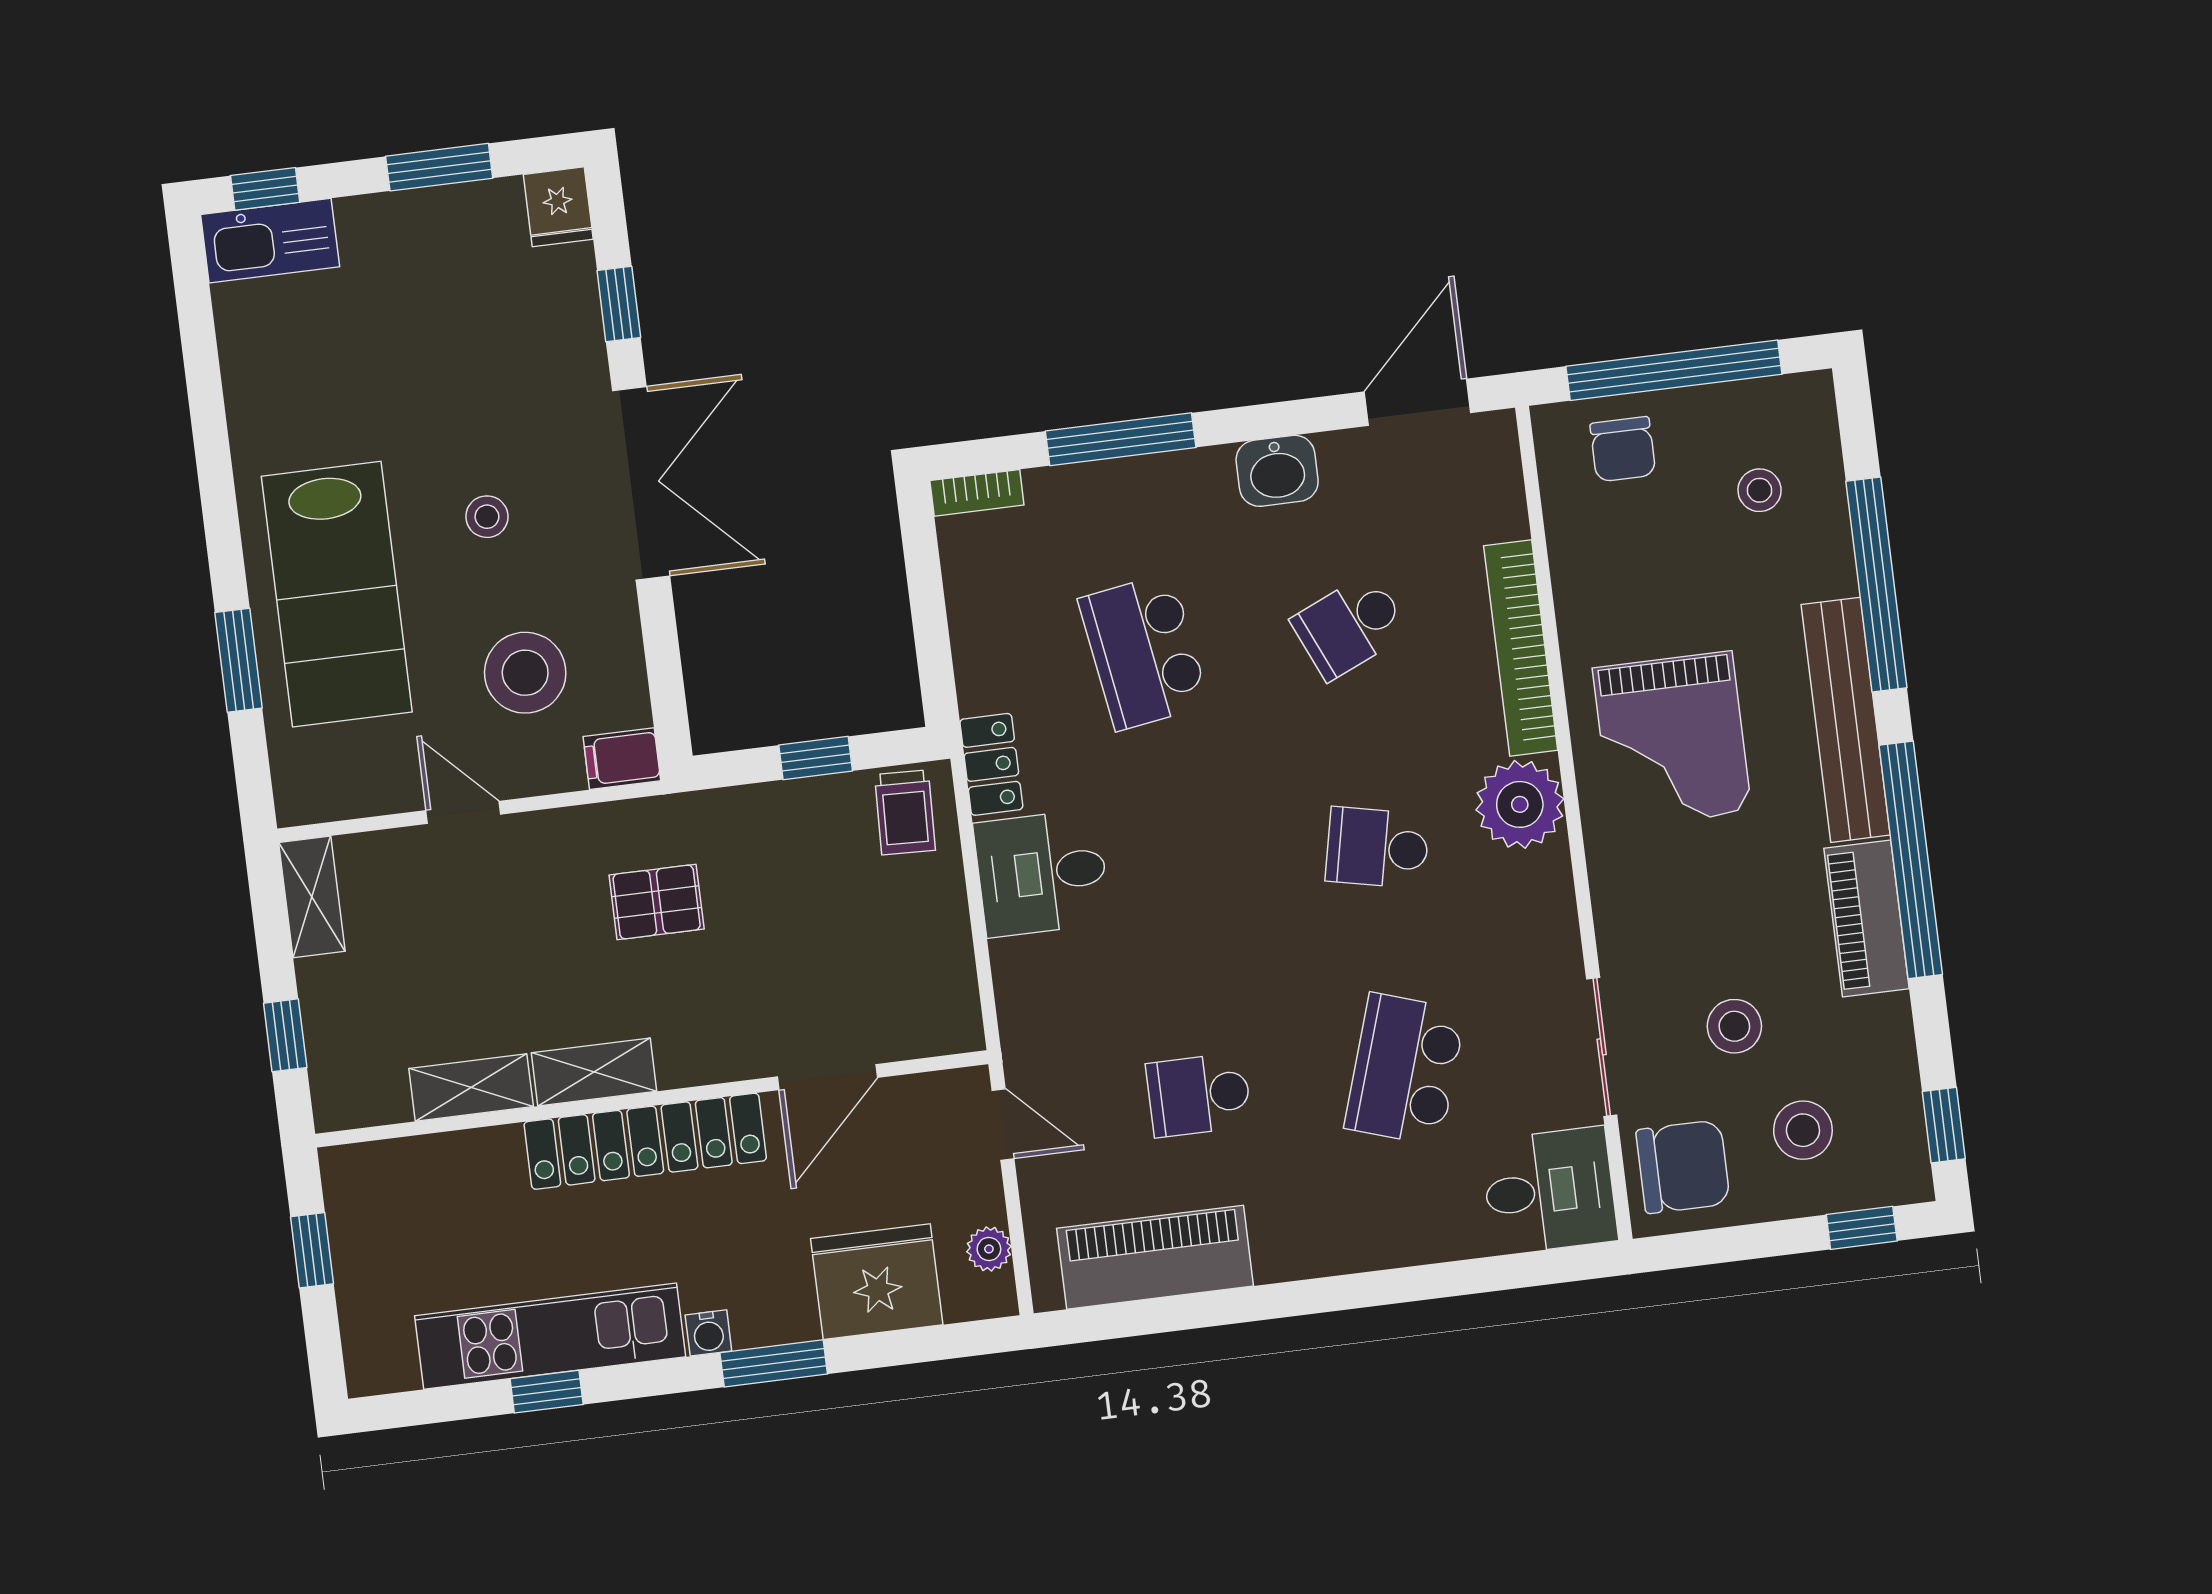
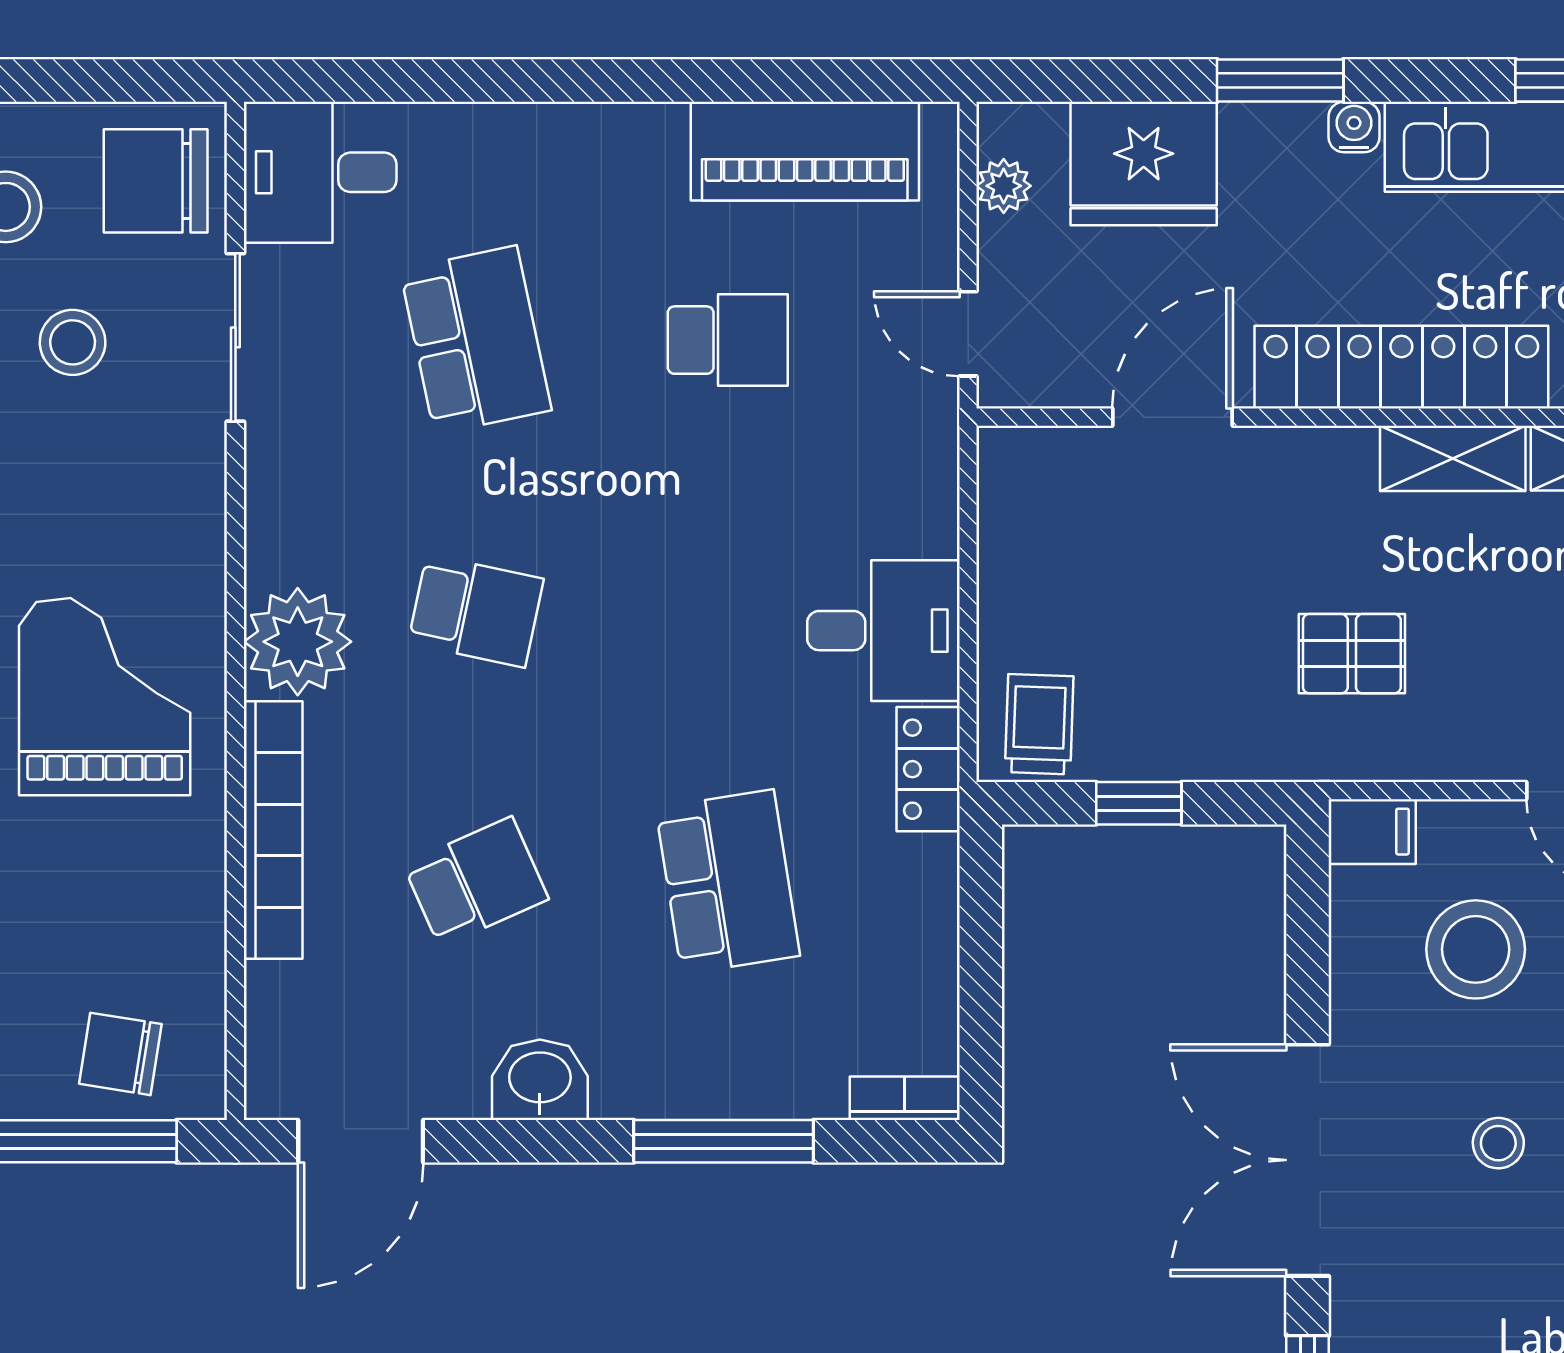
chair: (1623, 449) -> (120, 1054), turned -81
school desk: (1405, 1069) -> (476, 340), turned -30

